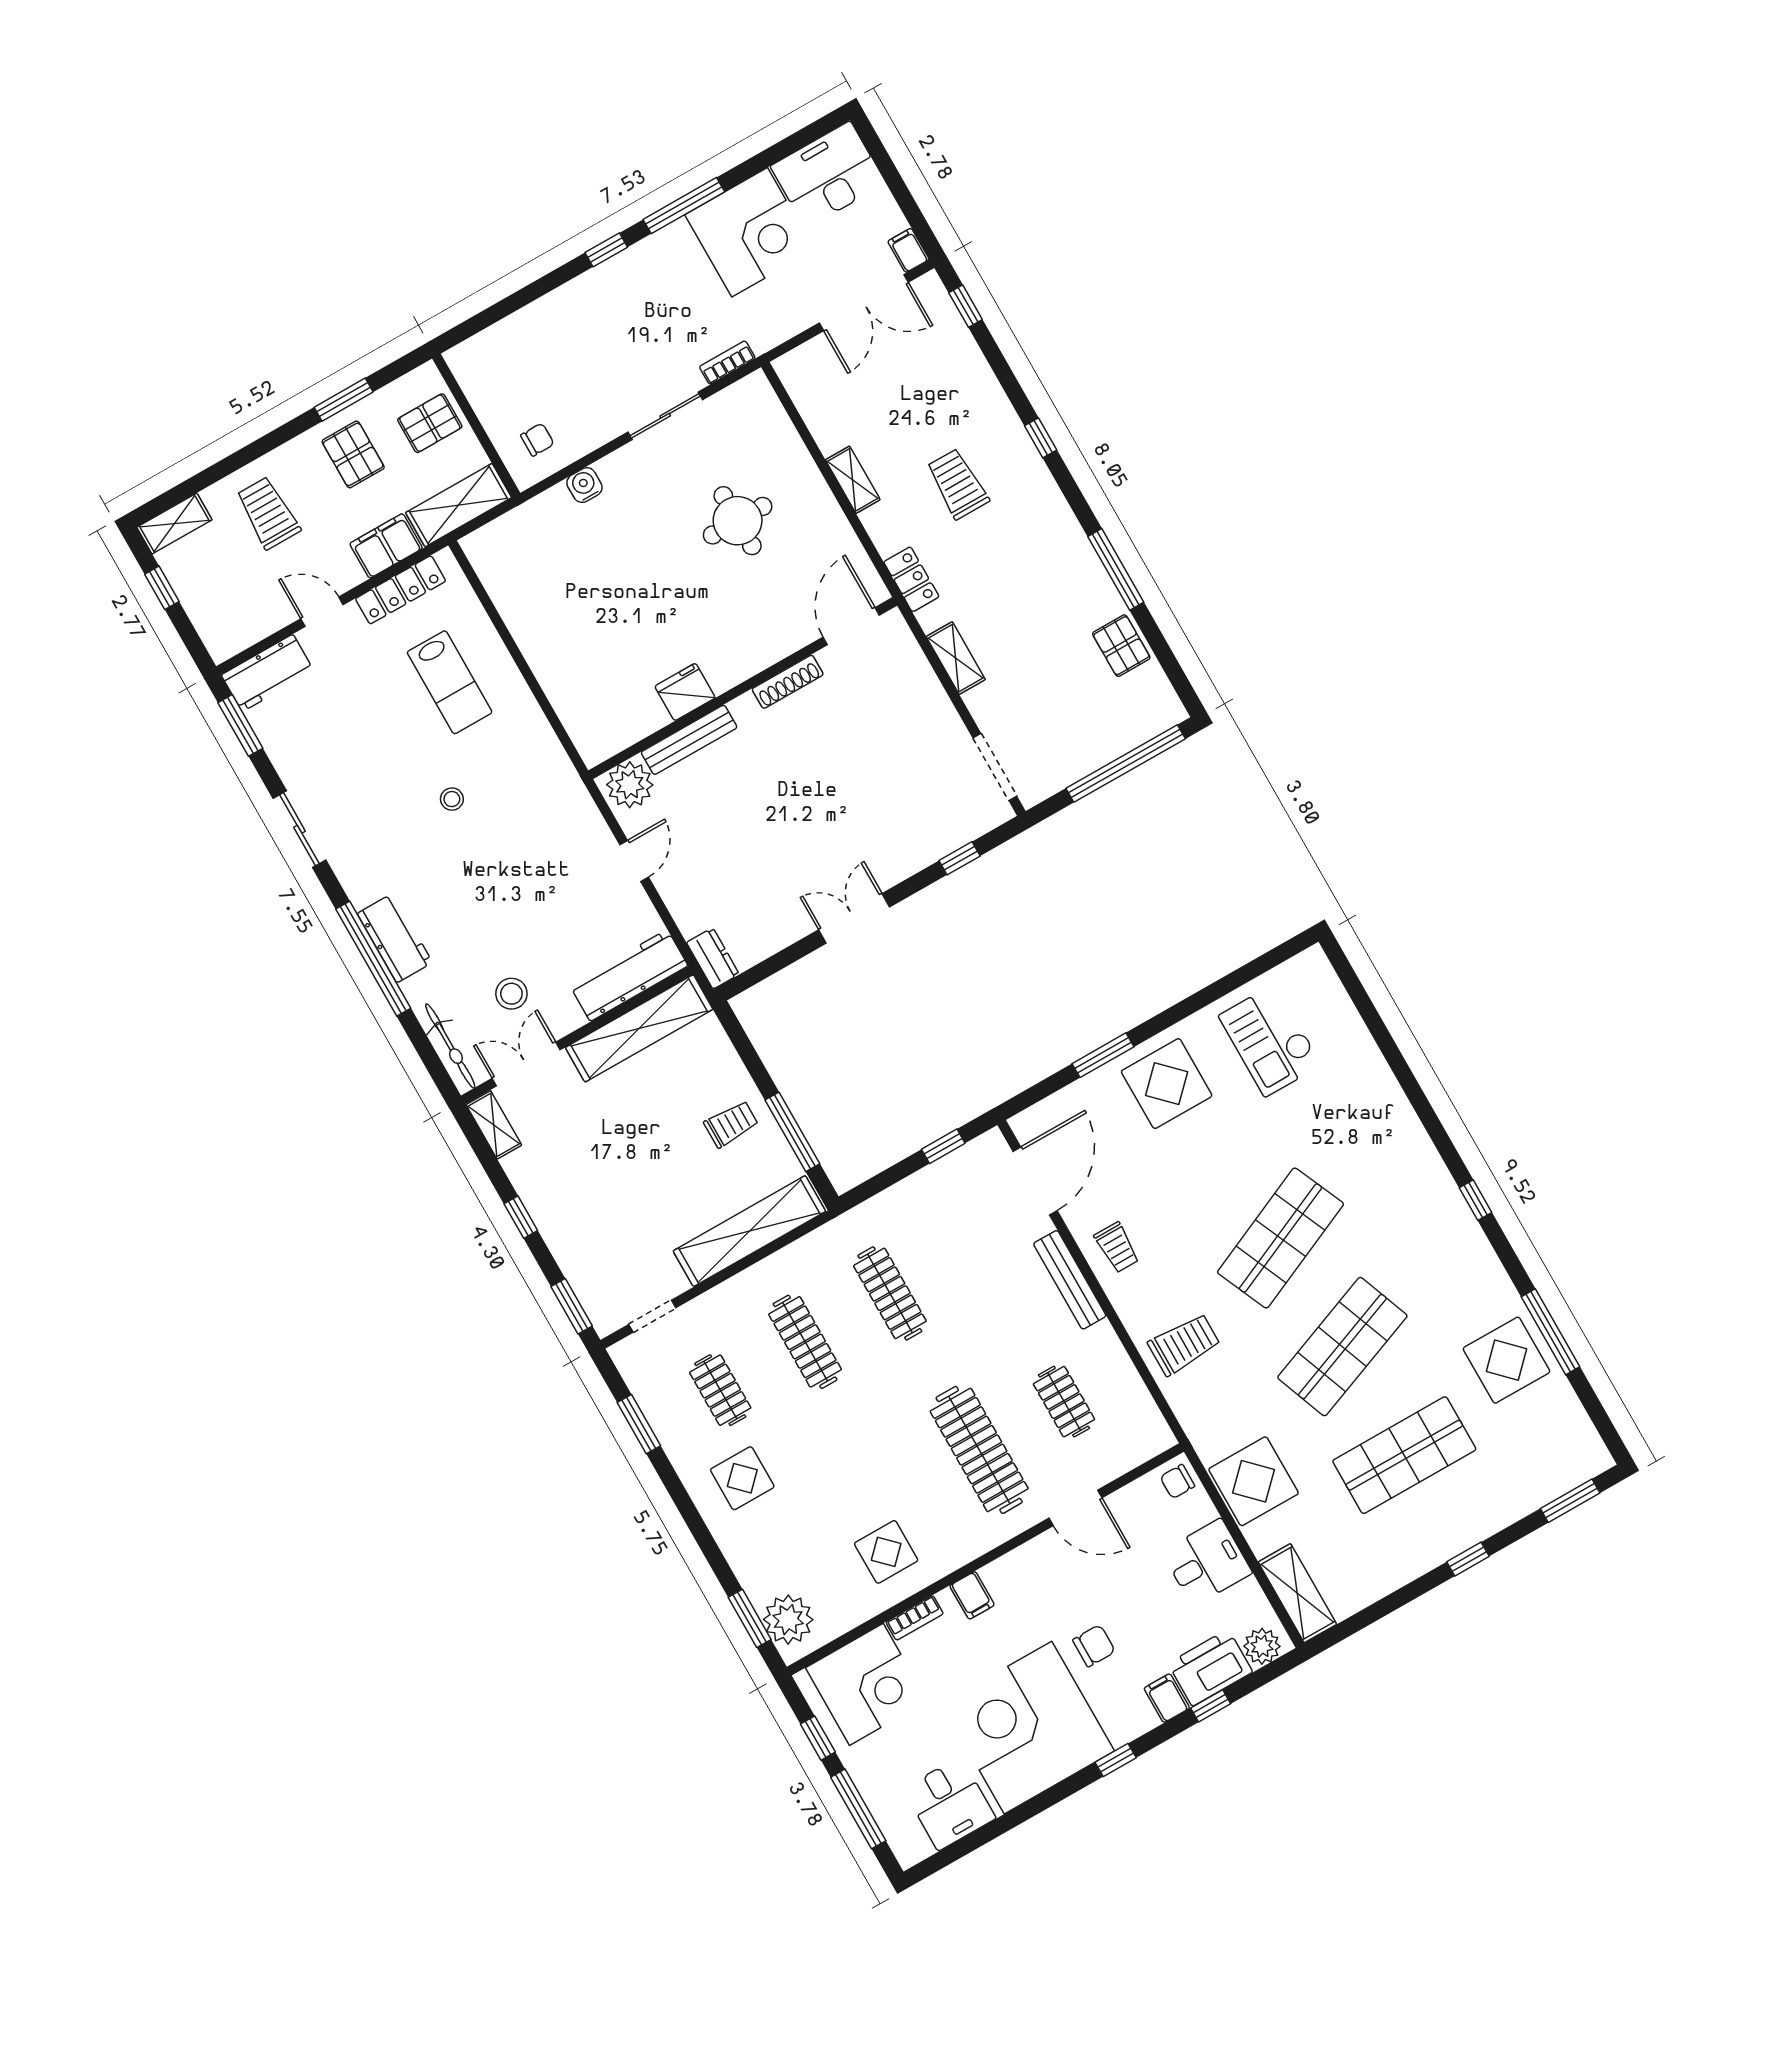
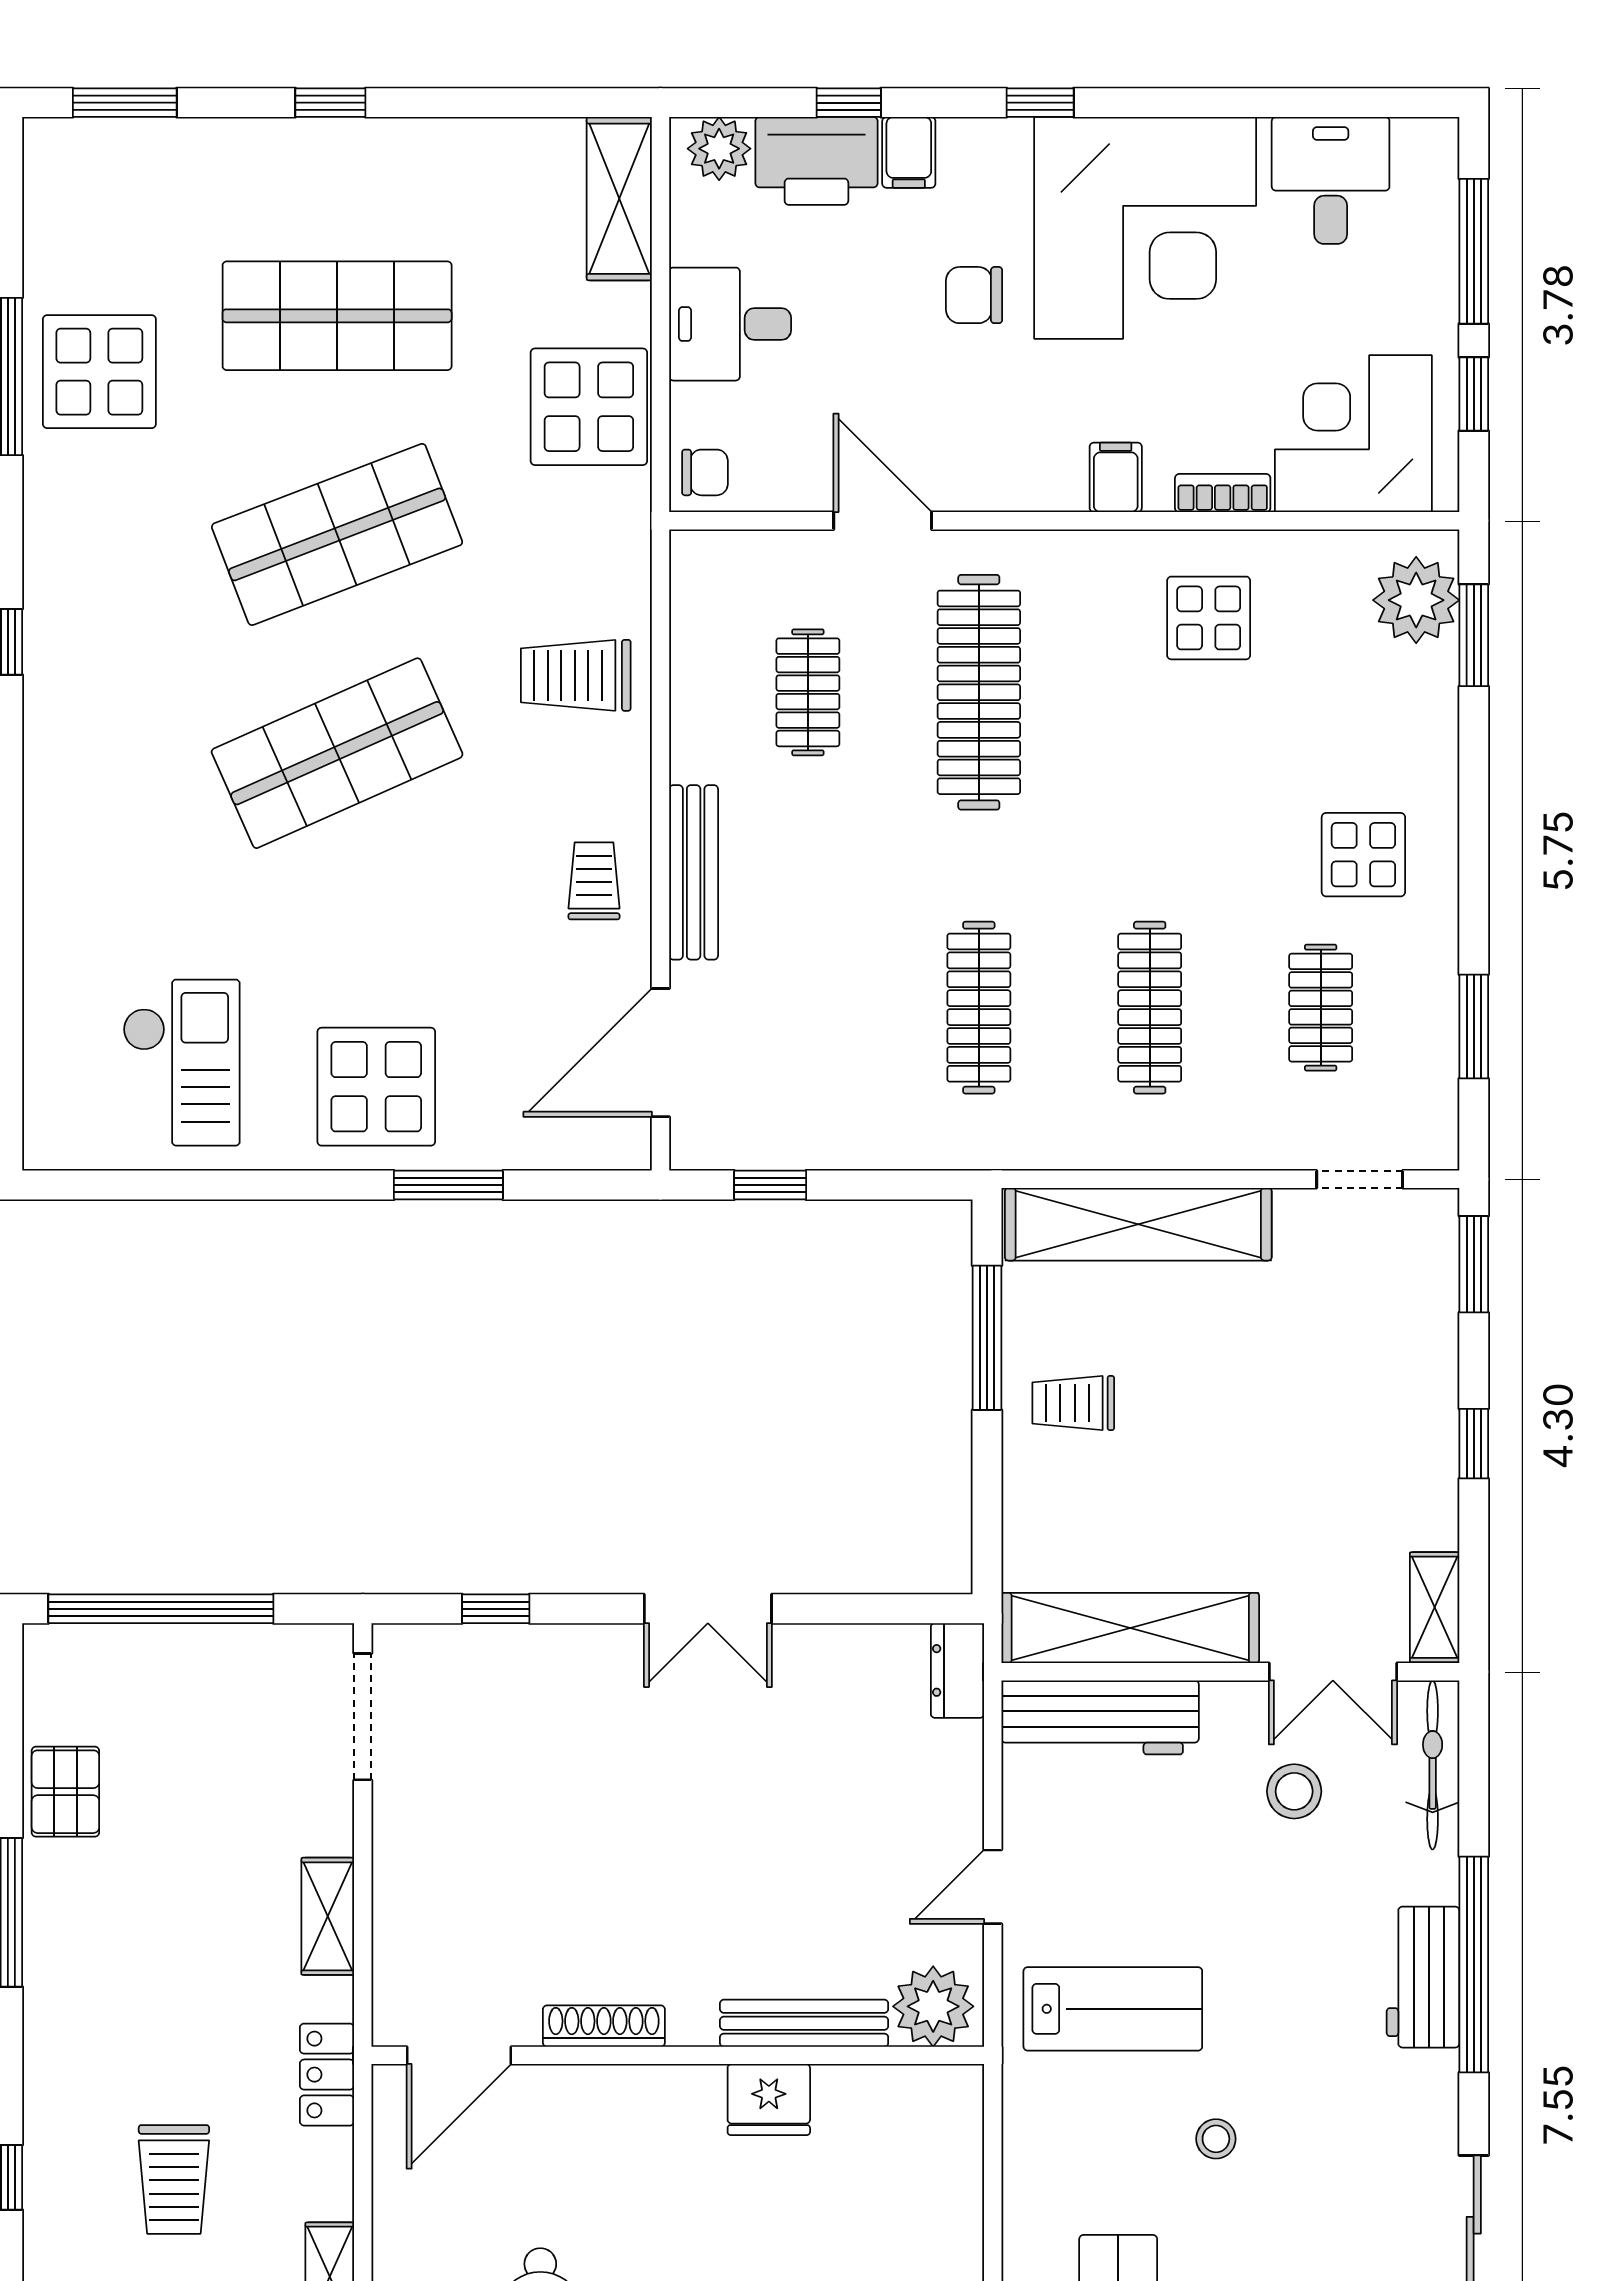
lab bench: (540, 834) -> (1113, 2009), added

